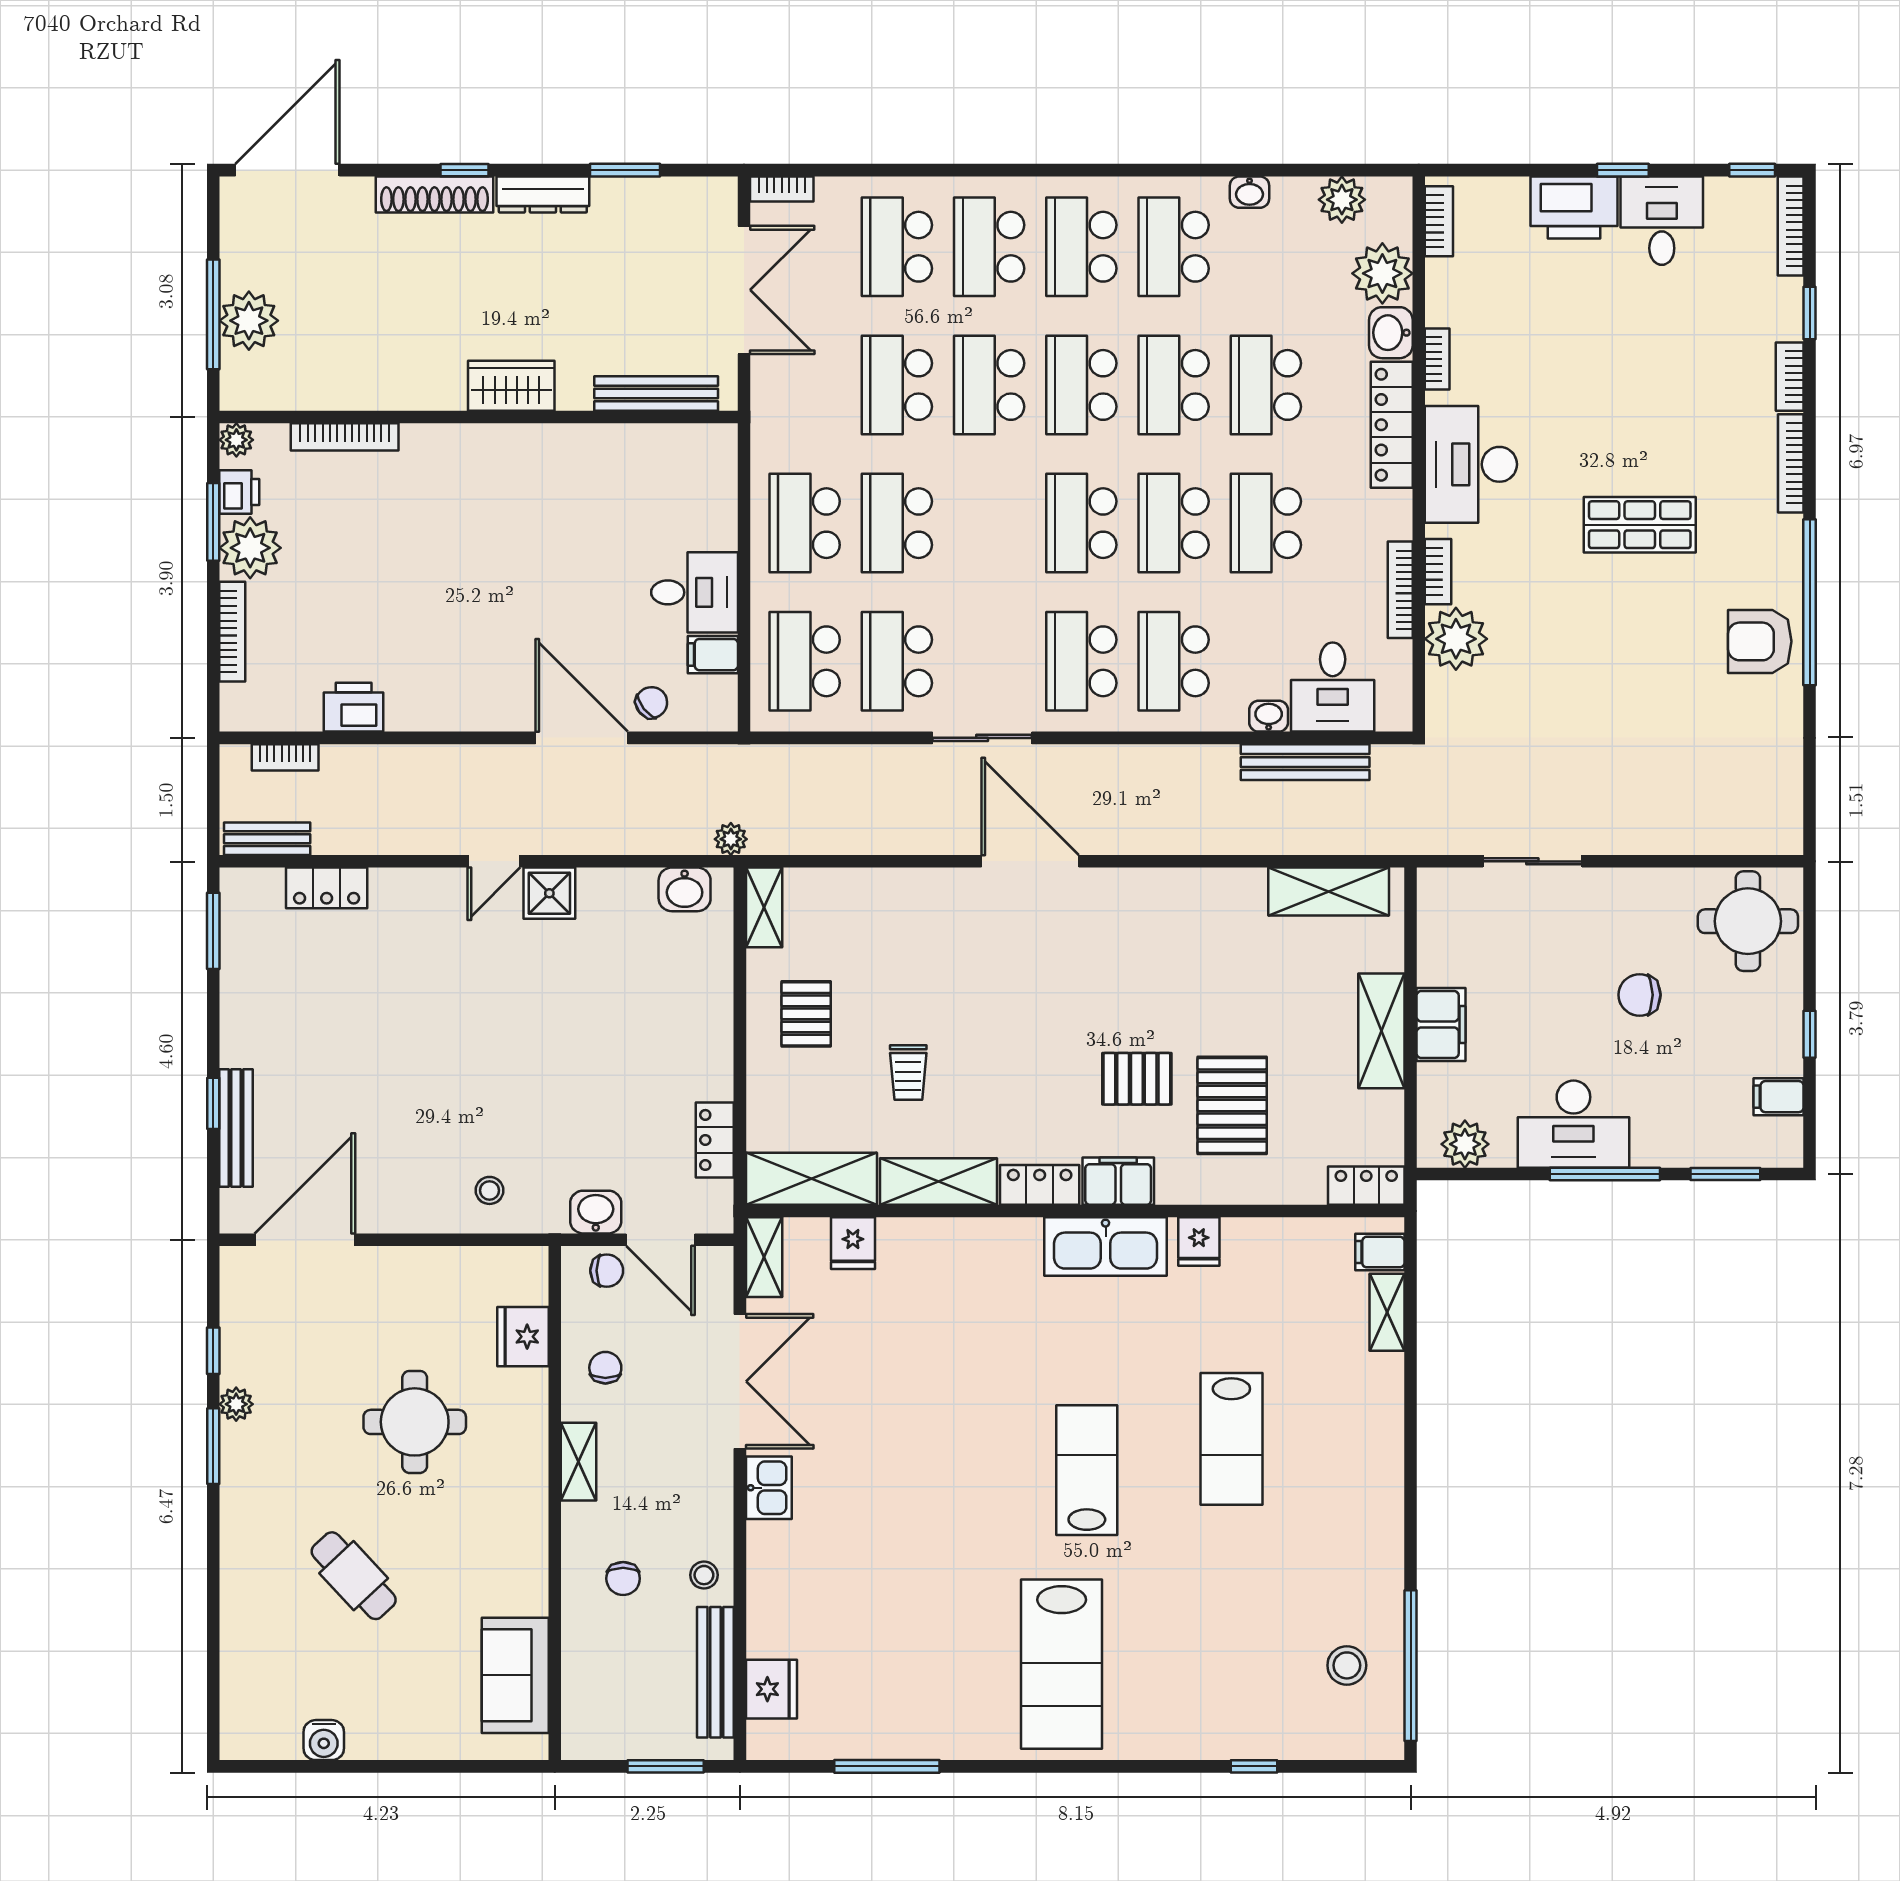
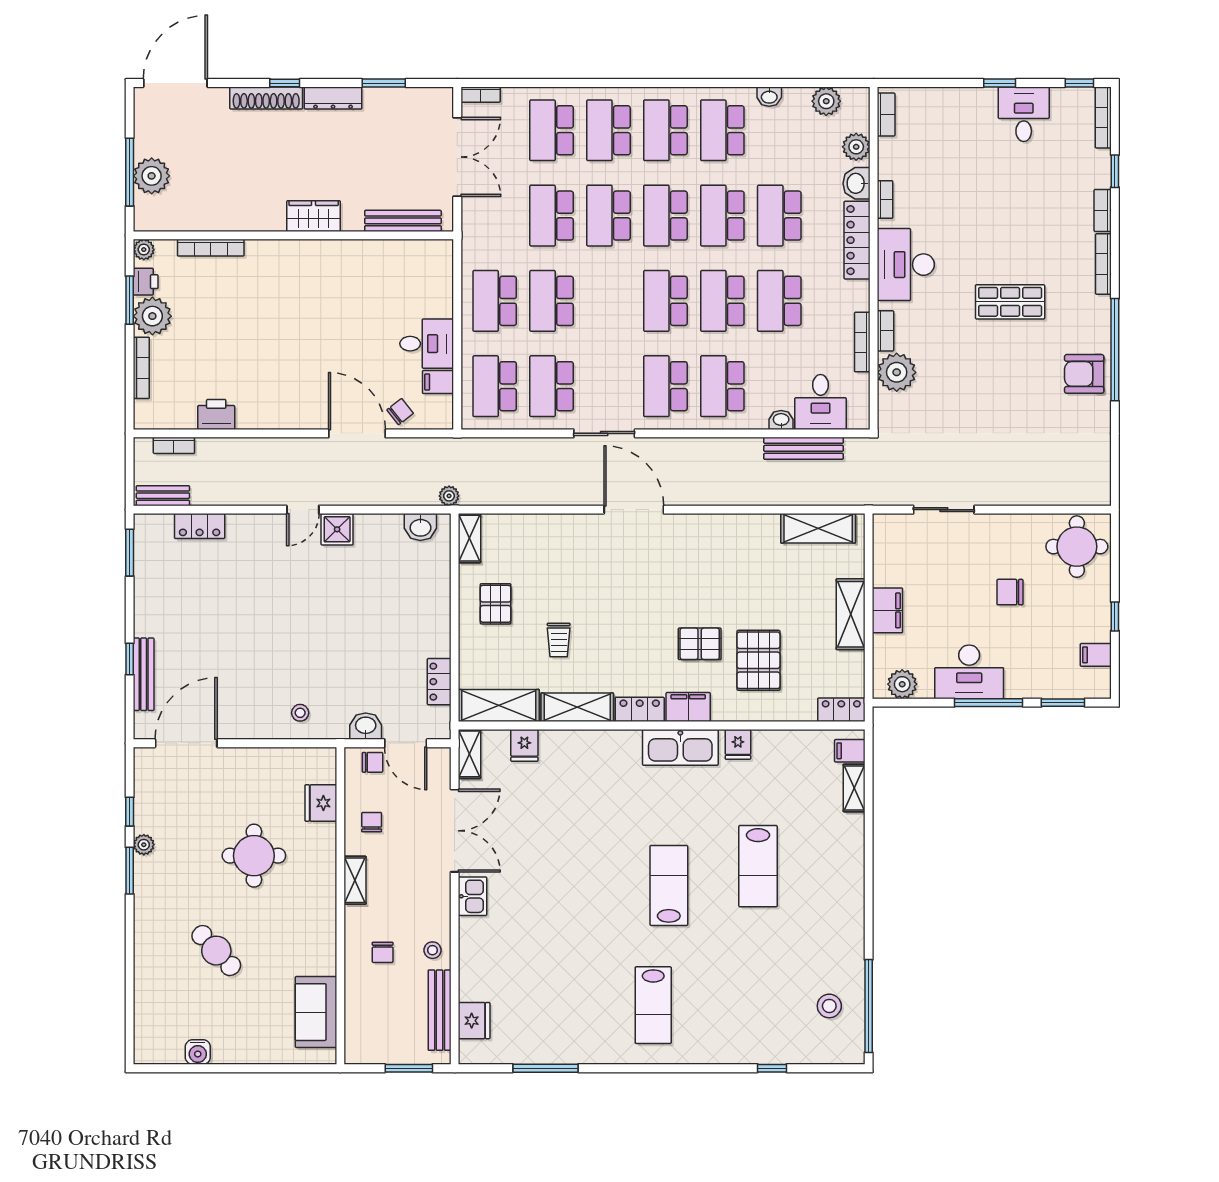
printer: (1574, 208) -> (969, 106), removed
plant: (1382, 273) -> (856, 147), width x0.73, depth x0.73
lab bench: (1062, 1664) -> (653, 1005), width x0.73, depth x0.72

